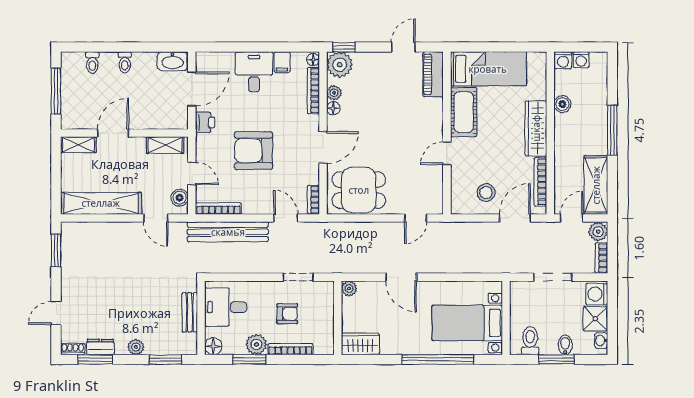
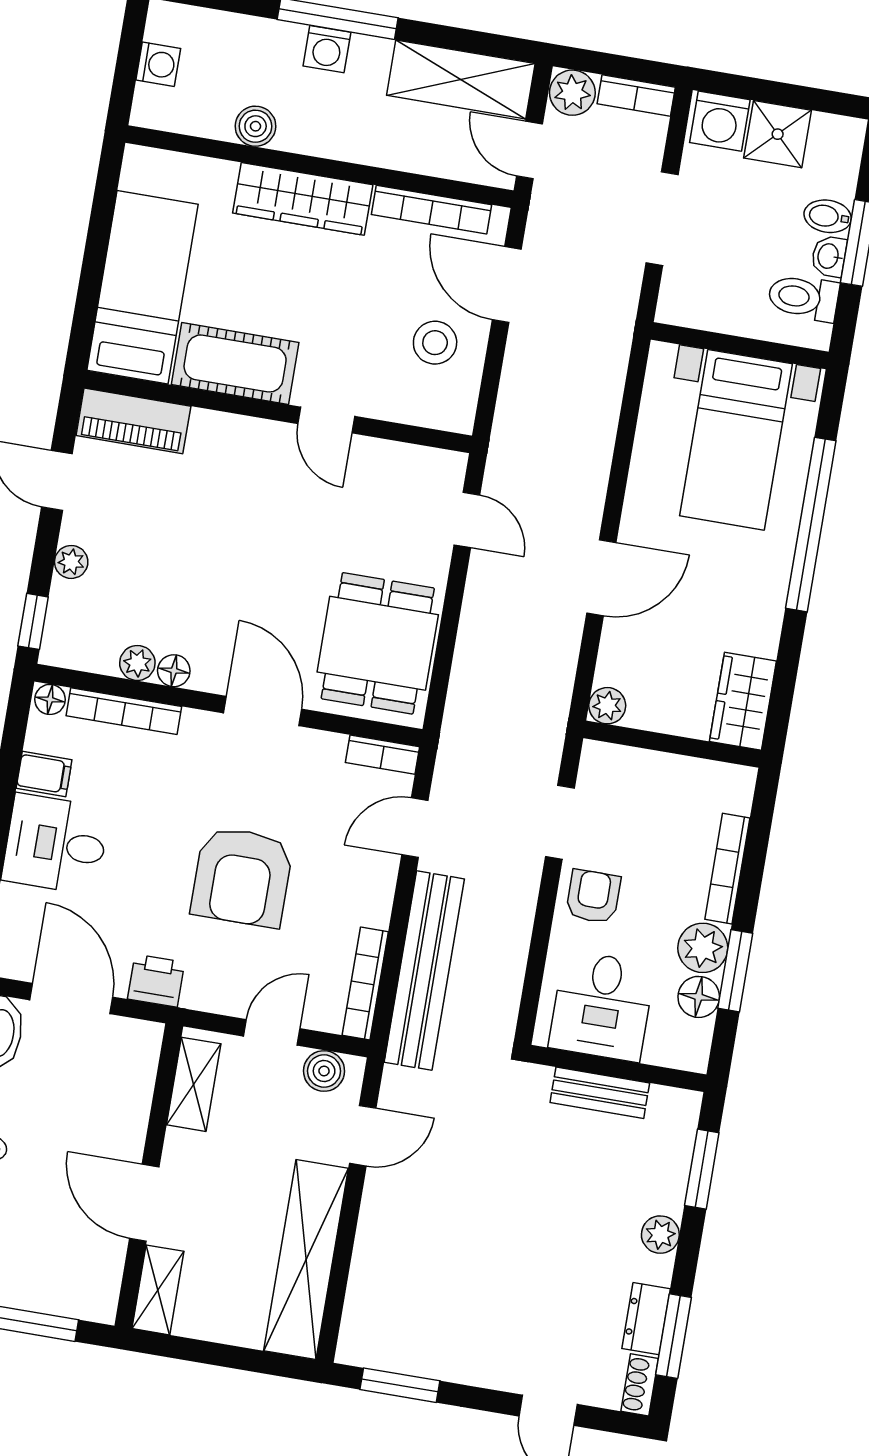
washing machine: (563, 60) -> (327, 49), moved, turned 90
plant: (340, 65) -> (71, 562), moved, width x0.53, depth x0.53
armchair: (287, 314) -> (593, 896), moved
washbasin: (601, 340) -> (829, 256), moved, turned 90
floor lamp: (213, 346) -> (699, 997), moved

